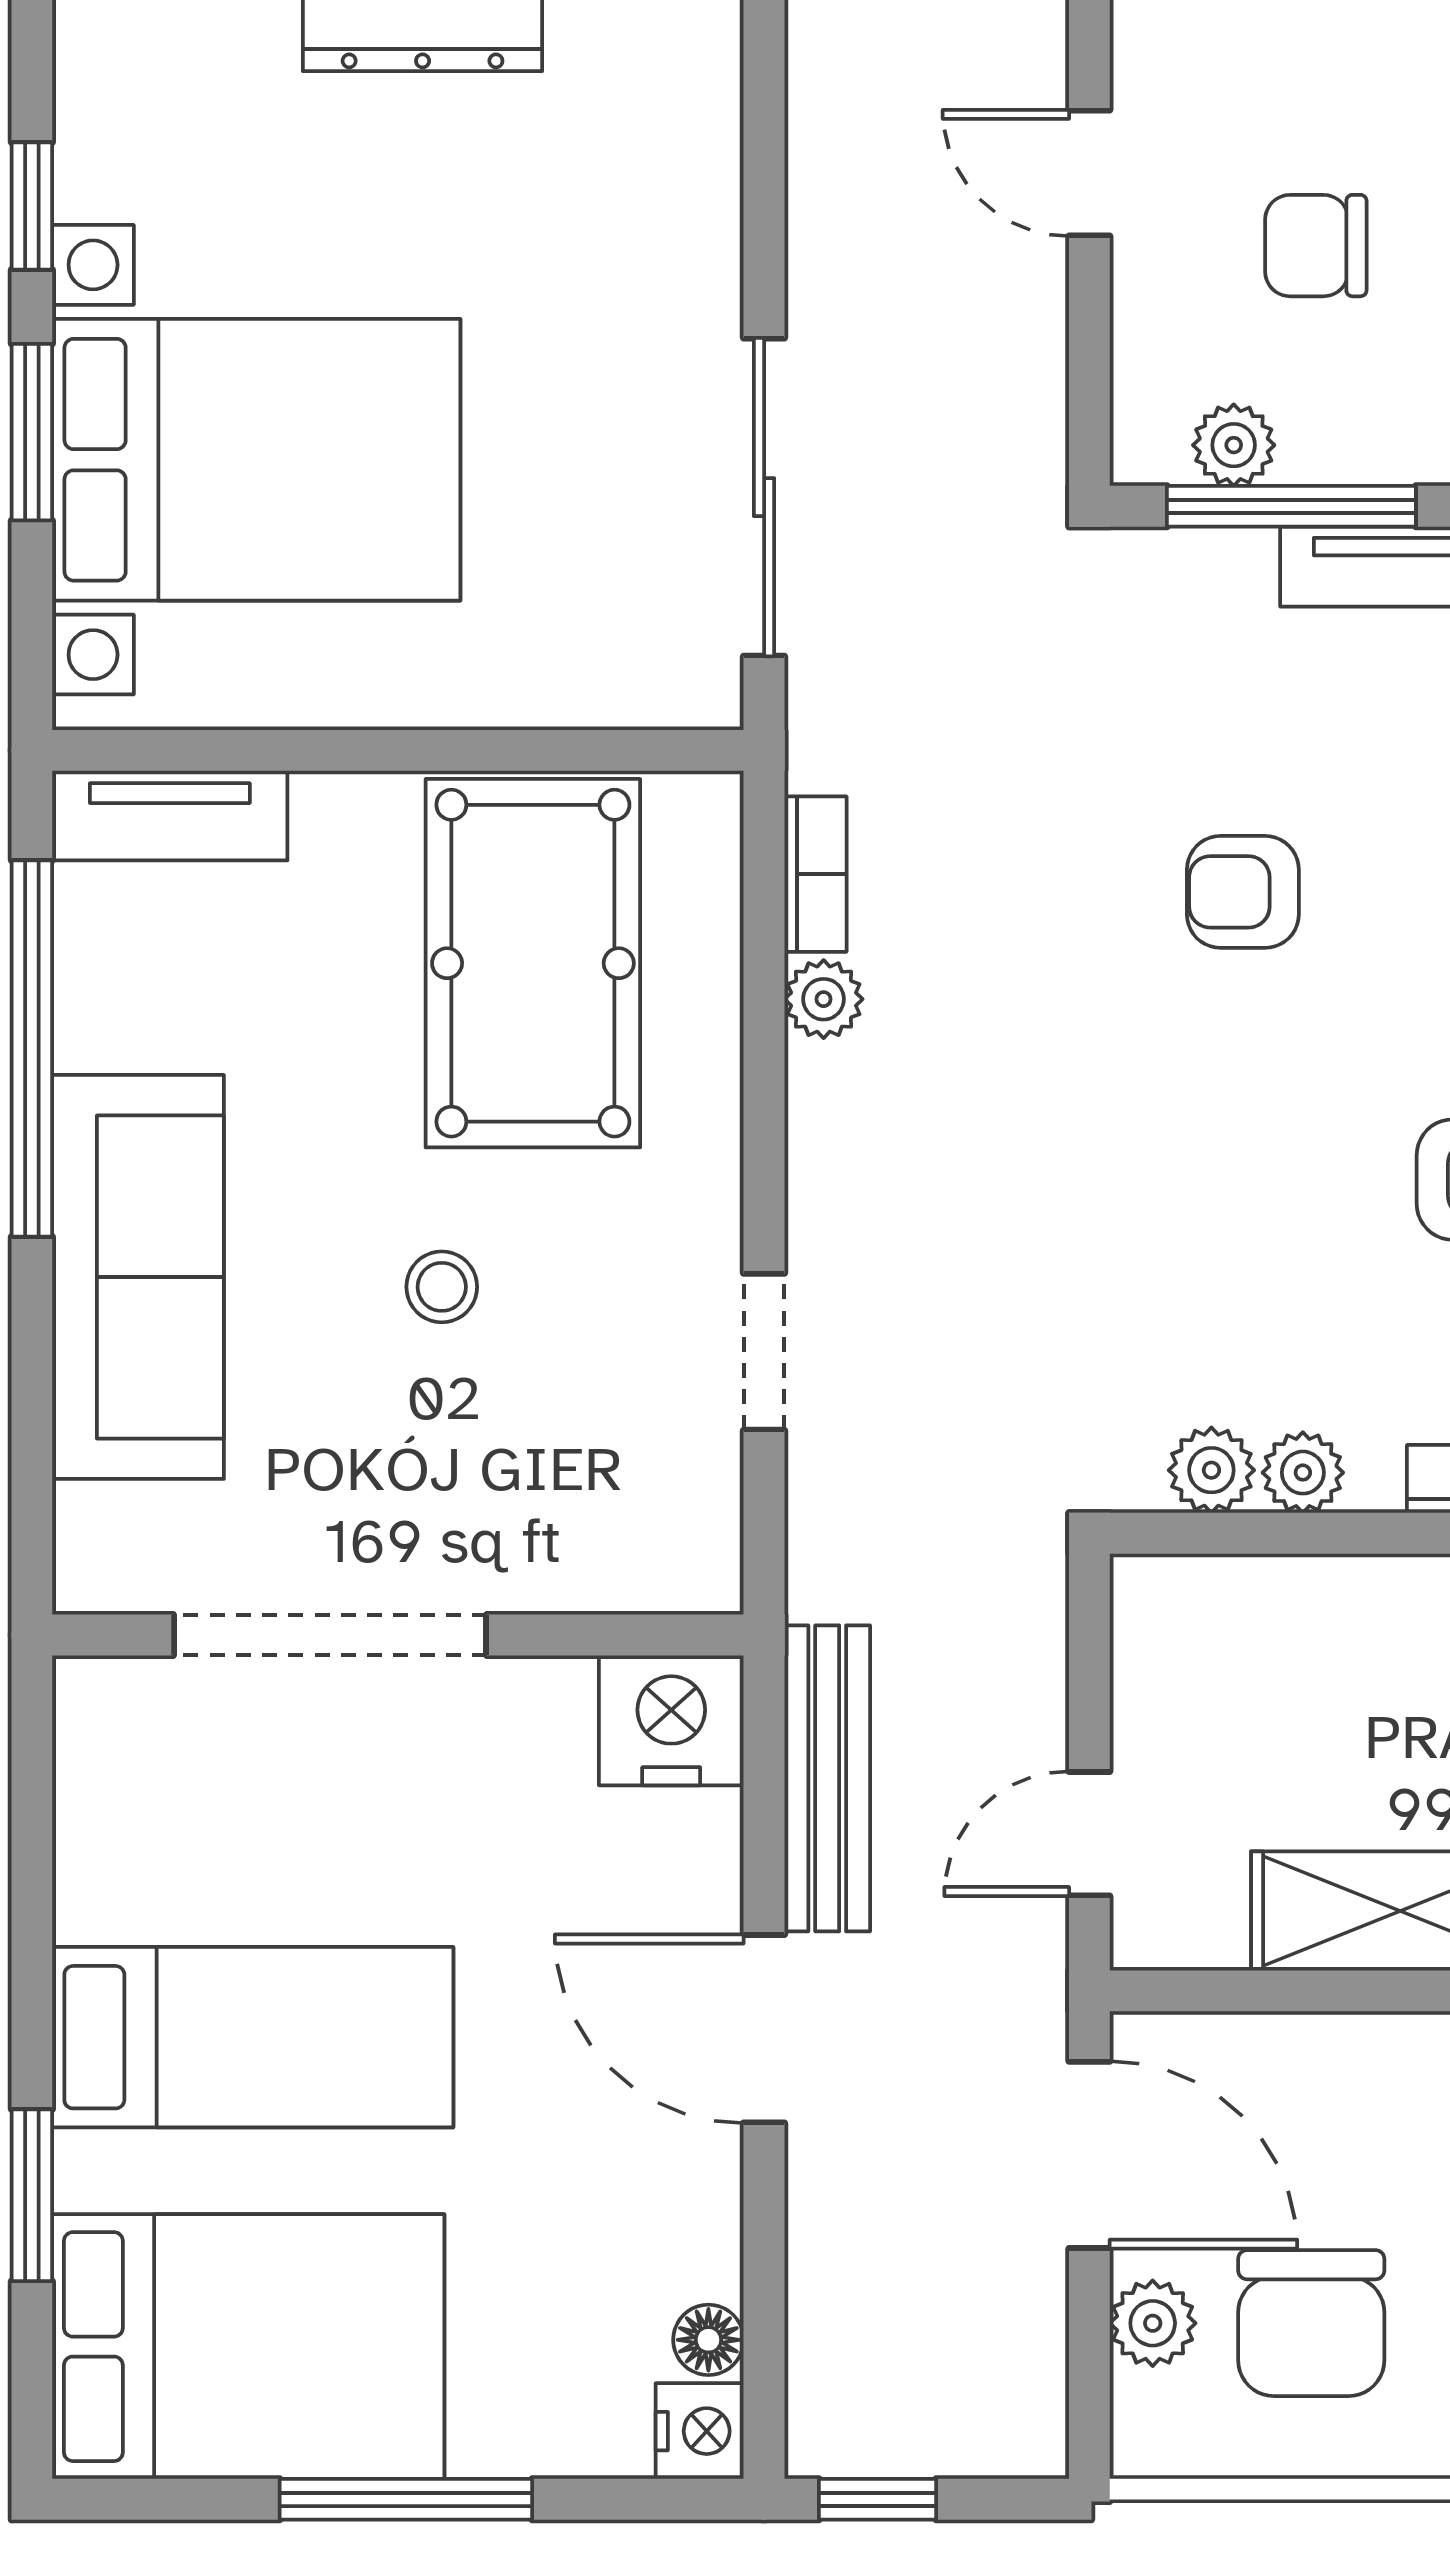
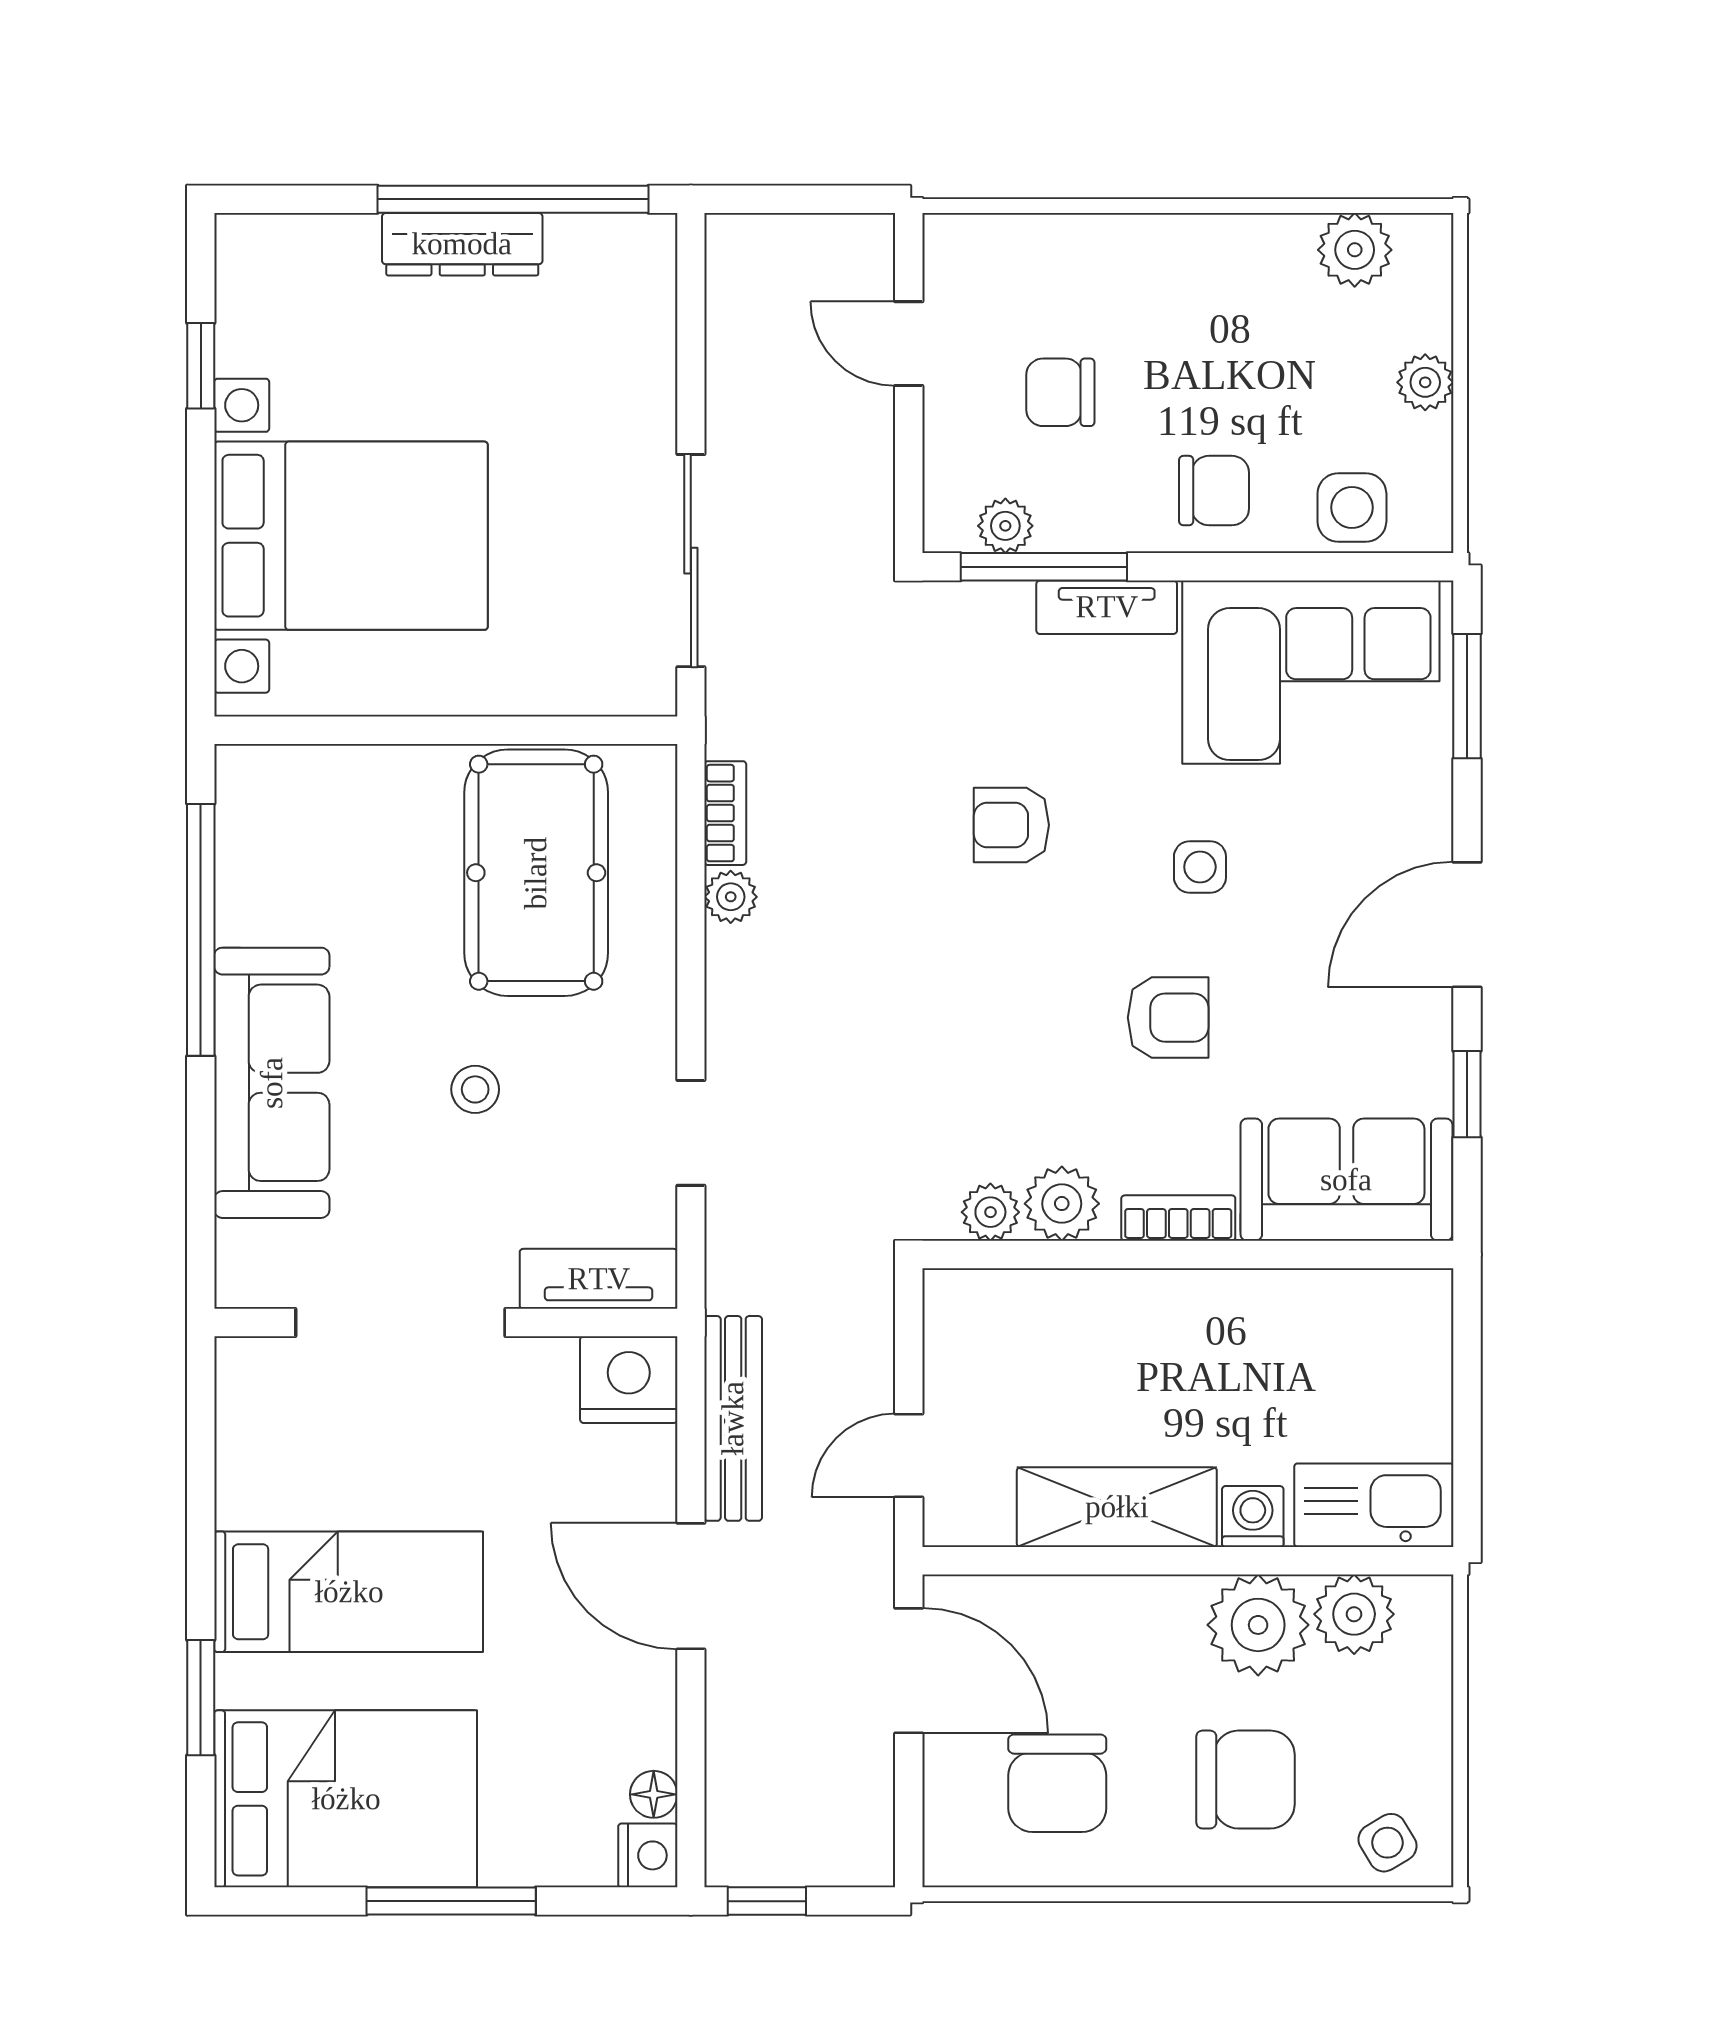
window: (32, 432) -> (201, 517), removed
tv unit: (170, 816) -> (599, 1279), moved, turned 180
plant: (1303, 1473) -> (1062, 1204), width x1.38, depth x1.38
plant: (1153, 2323) -> (951, 1783), removed

